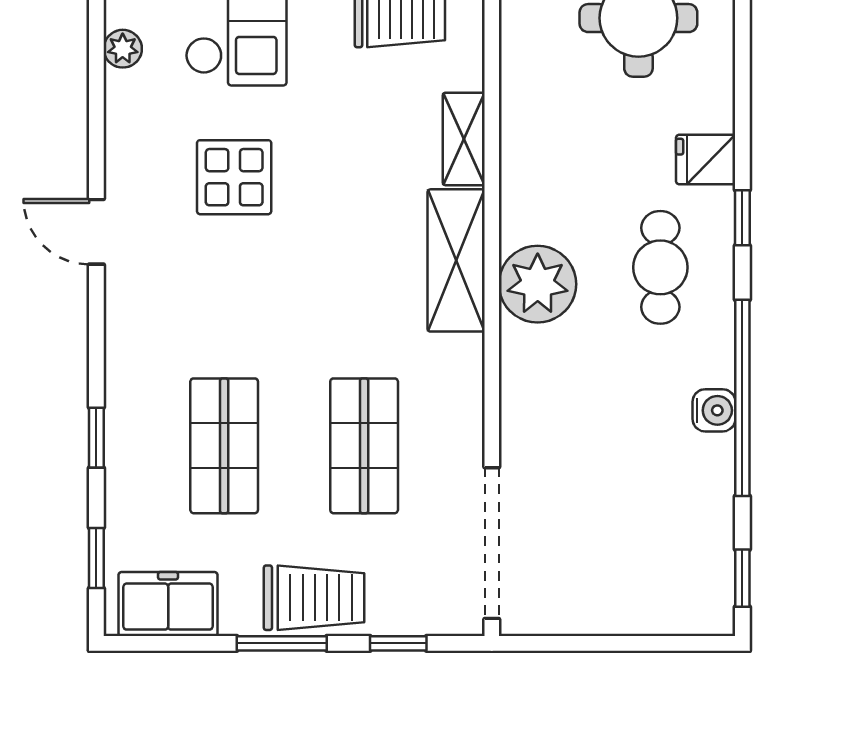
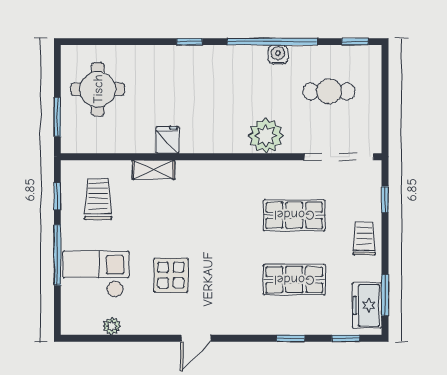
fridge: (706, 160) -> (167, 140), moved, turned 180
shelving: (456, 260) -> (209, 173), removed
cafe table: (660, 267) -> (329, 91), moved
plant: (538, 284) -> (266, 136), moved
trolley: (314, 598) -> (364, 238), width x0.73, depth x0.72
window: (282, 643) -> (385, 295), moved

